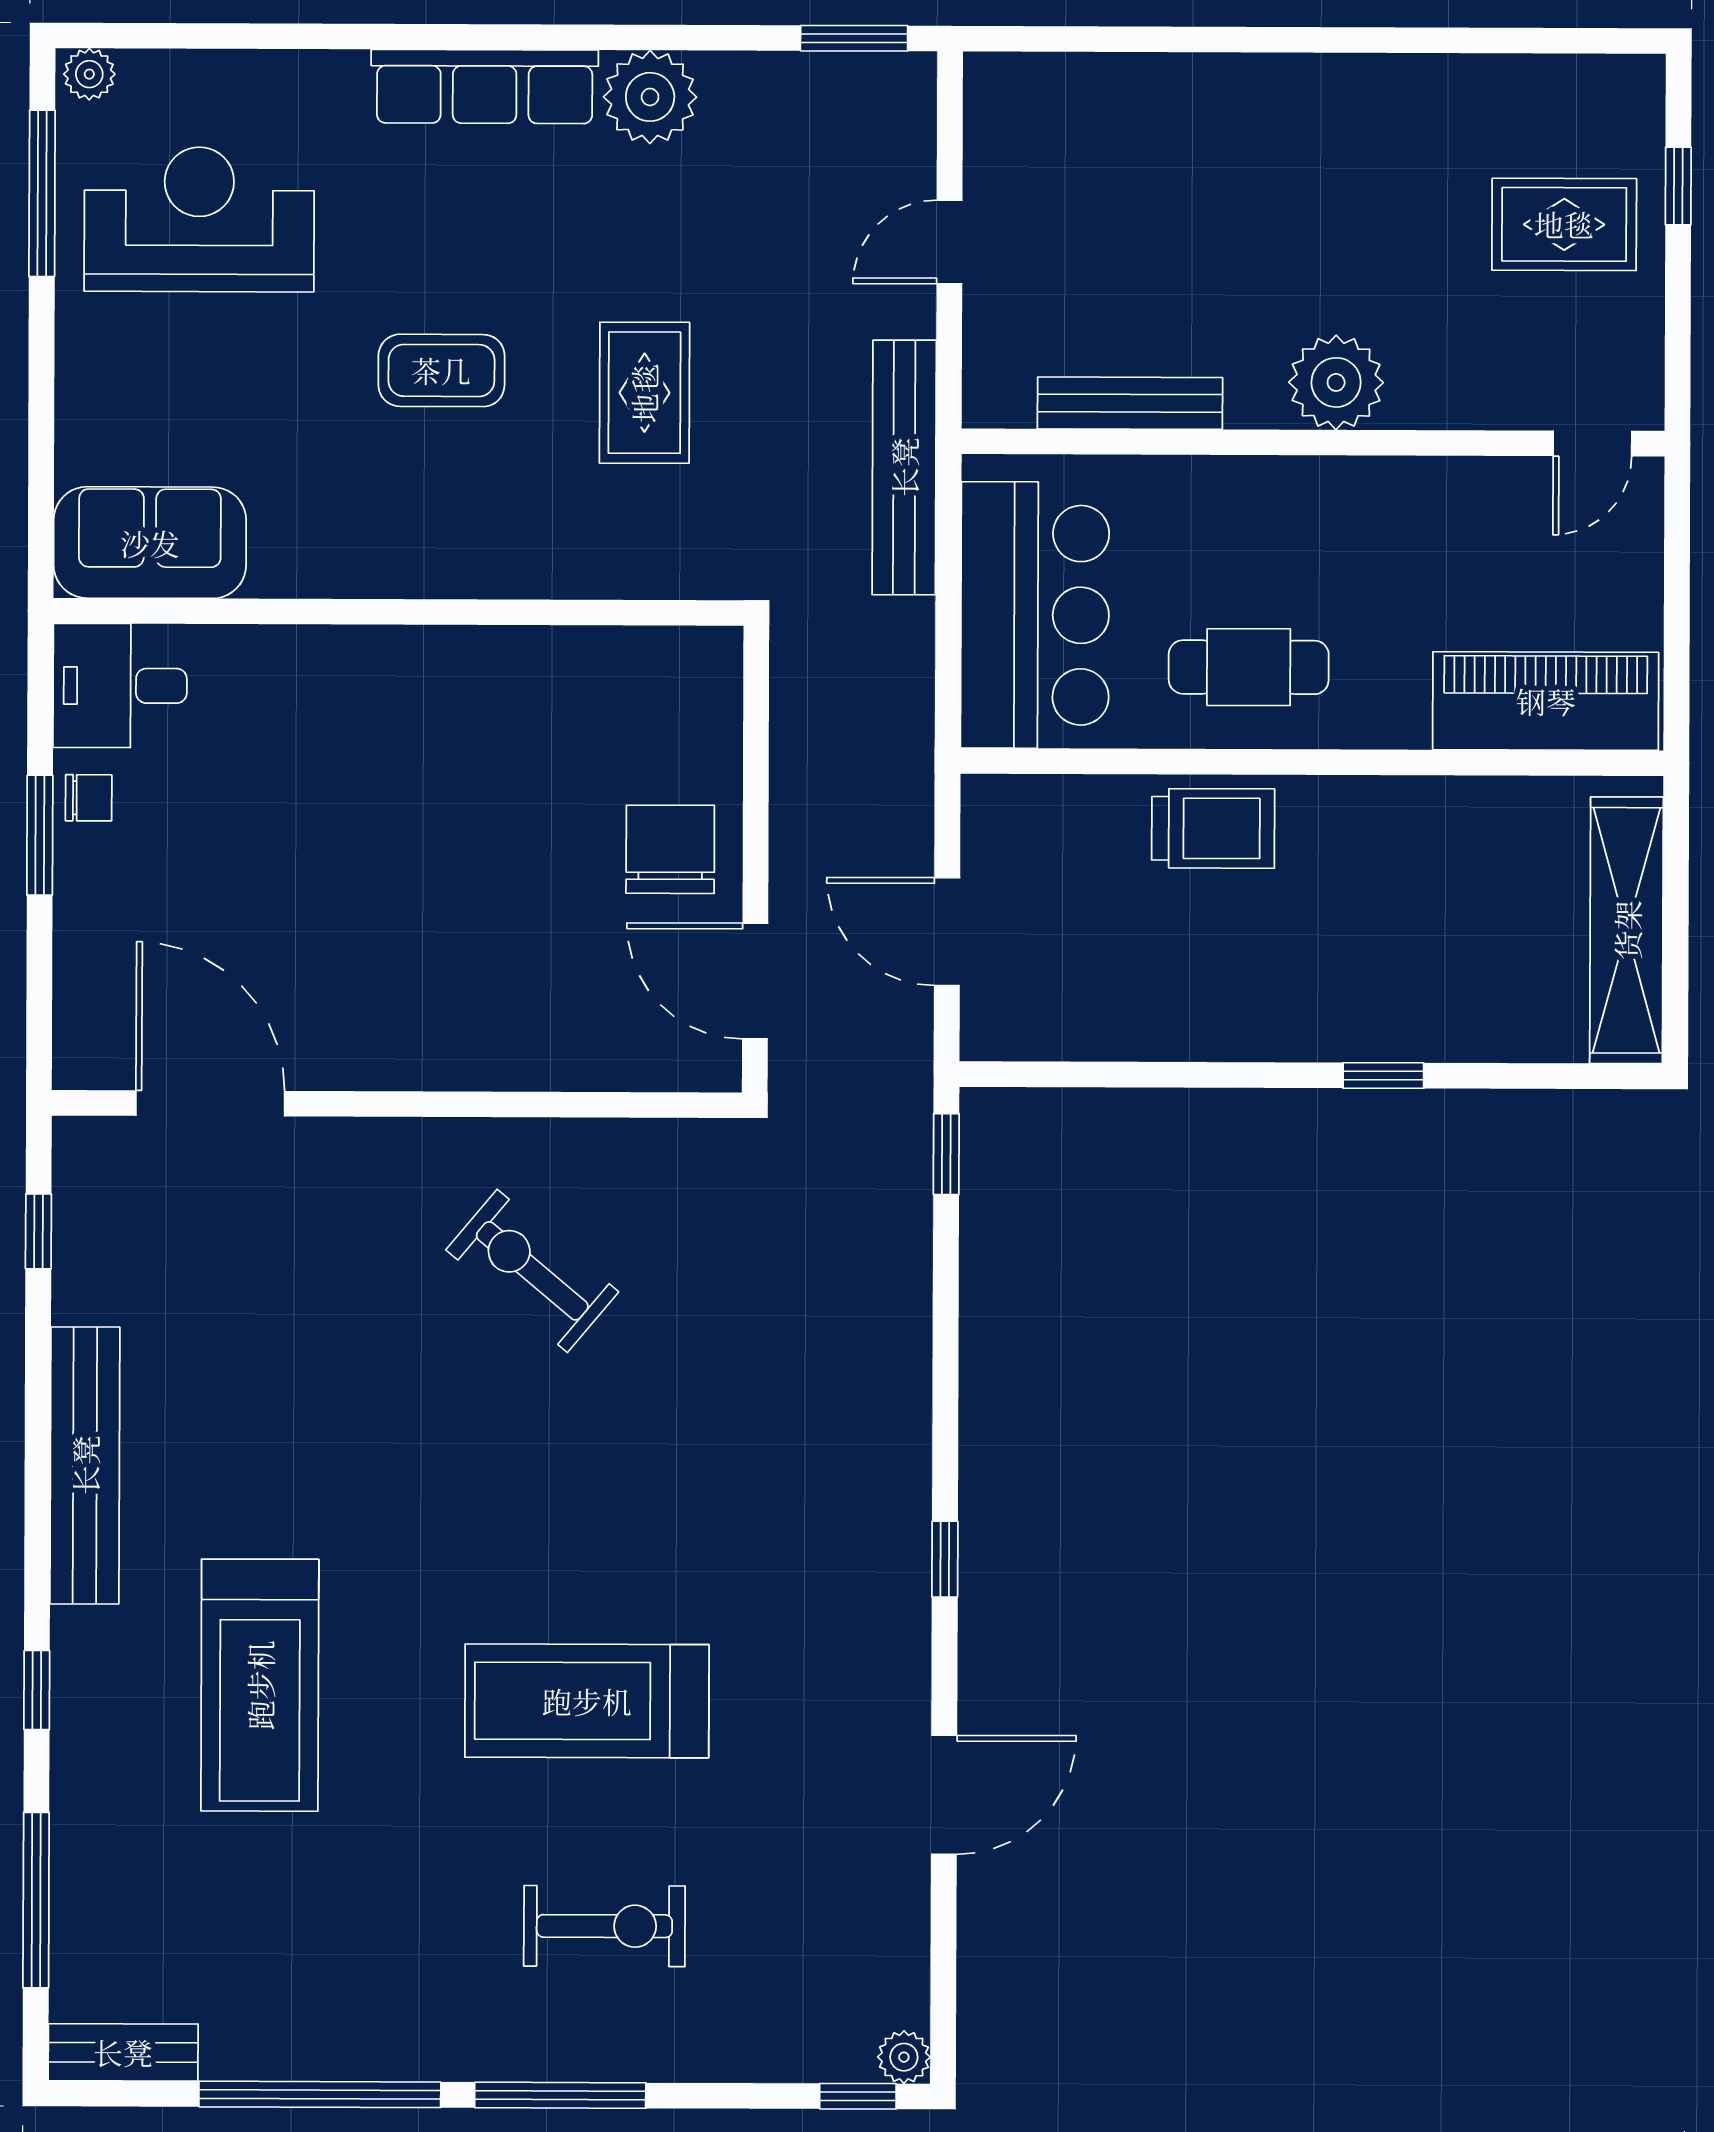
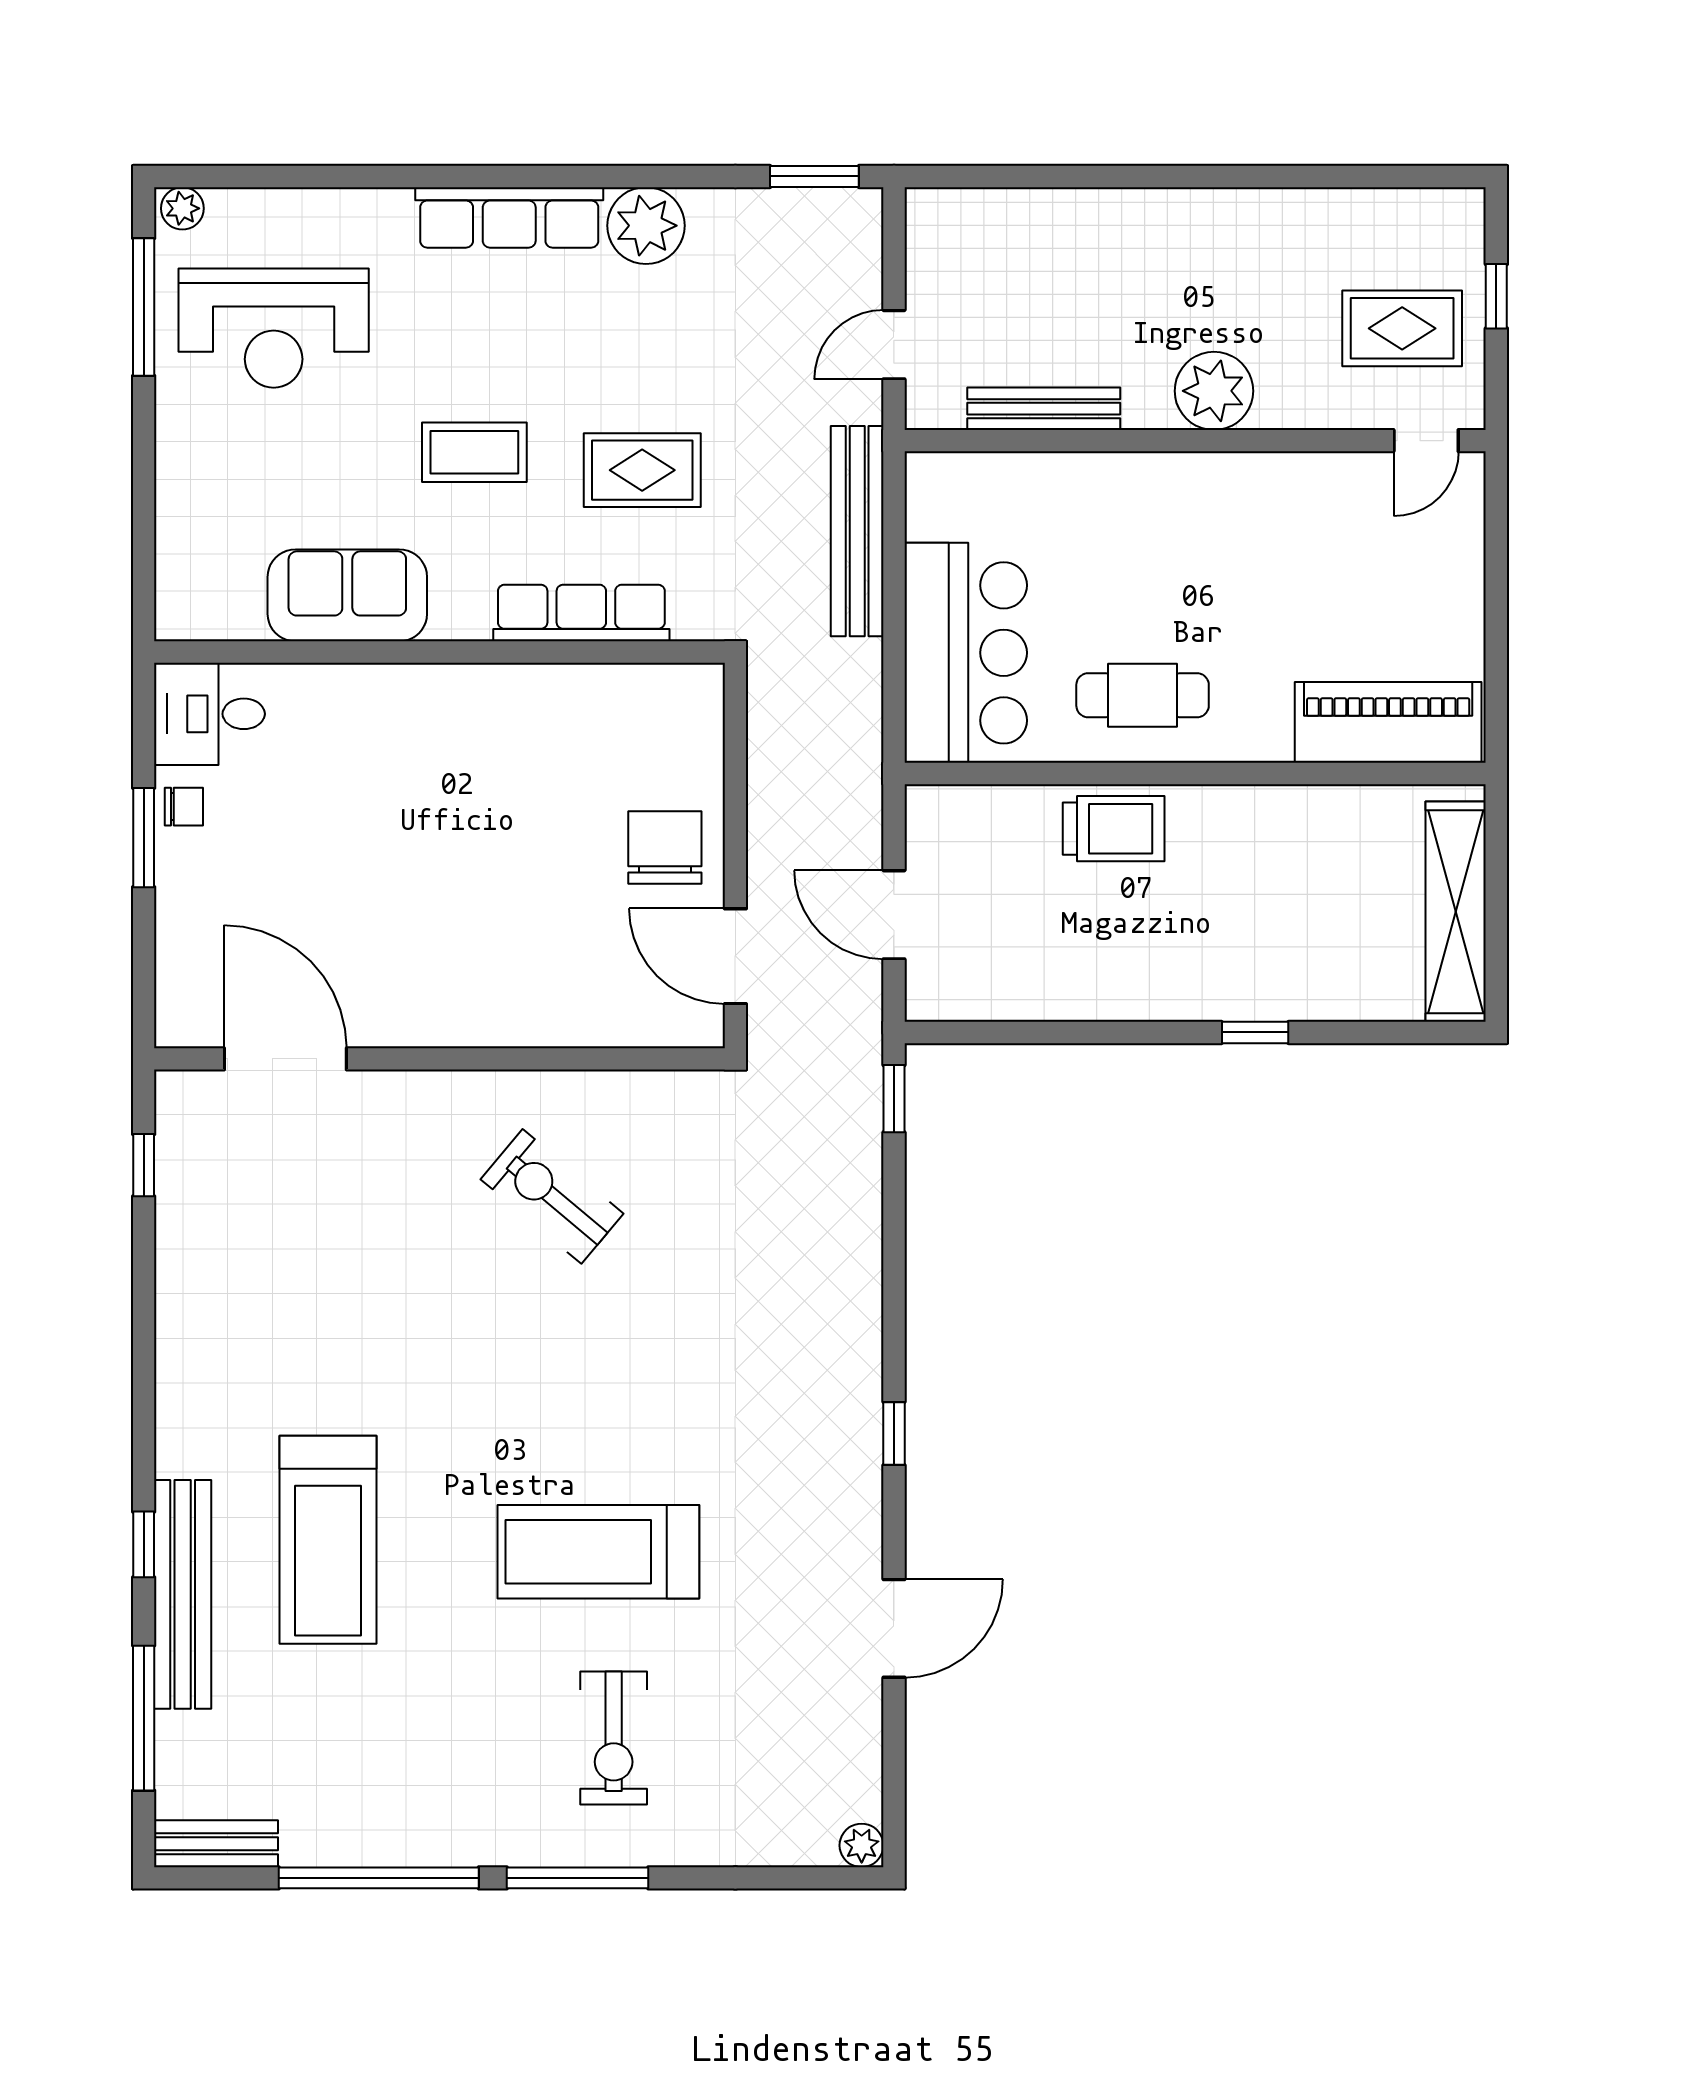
reception desk: (199, 219) -> (274, 328), turned 180
plant: (1336, 382) -> (1214, 391), moved
rug: (644, 393) -> (642, 470), turned 90
bench: (1130, 403) -> (1044, 409), moved
wall: (1313, 442) -> (1195, 441), moved
door: (1592, 443) -> (1426, 441), moved
sofa: (150, 543) -> (347, 595), moved
row of seats: (570, 565) -> (581, 613), added
bench: (85, 1465) -> (183, 1594), moved
exercise bike: (604, 1926) -> (614, 1738), turned 90
window: (858, 2096) -> (824, 1878), removed

